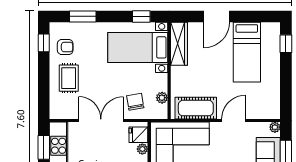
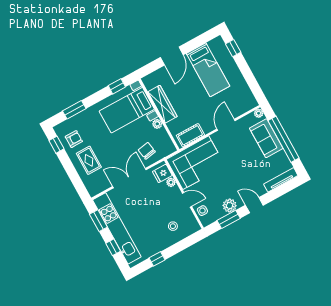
wardrobe: (179, 44) -> (162, 104), moved
plant: (162, 98) -> (157, 124), moved
cot: (196, 108) -> (190, 135), width x0.73, depth x0.75

